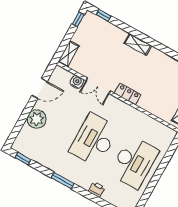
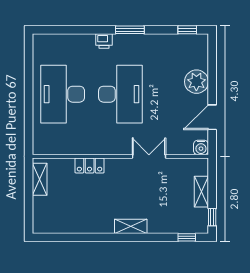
shelving: (69, 54) -> (201, 192), moved
water cooler: (77, 82) -> (201, 147), moved
locker: (128, 94) -> (90, 166), moved
printer: (97, 189) -> (104, 41), moved

